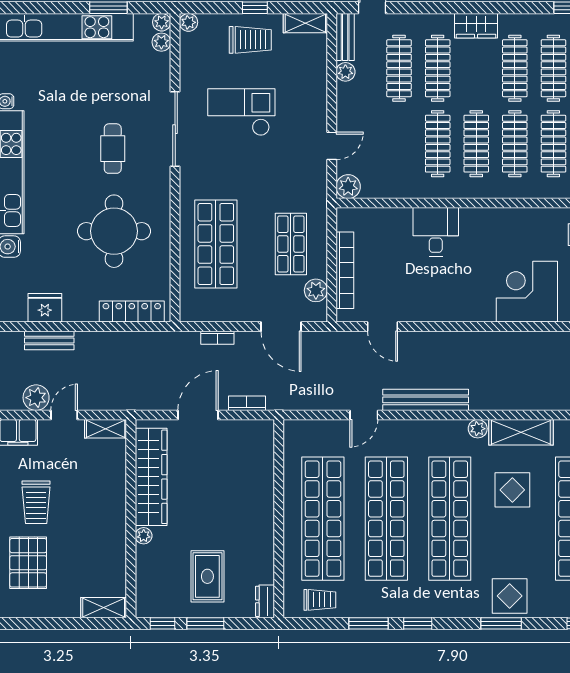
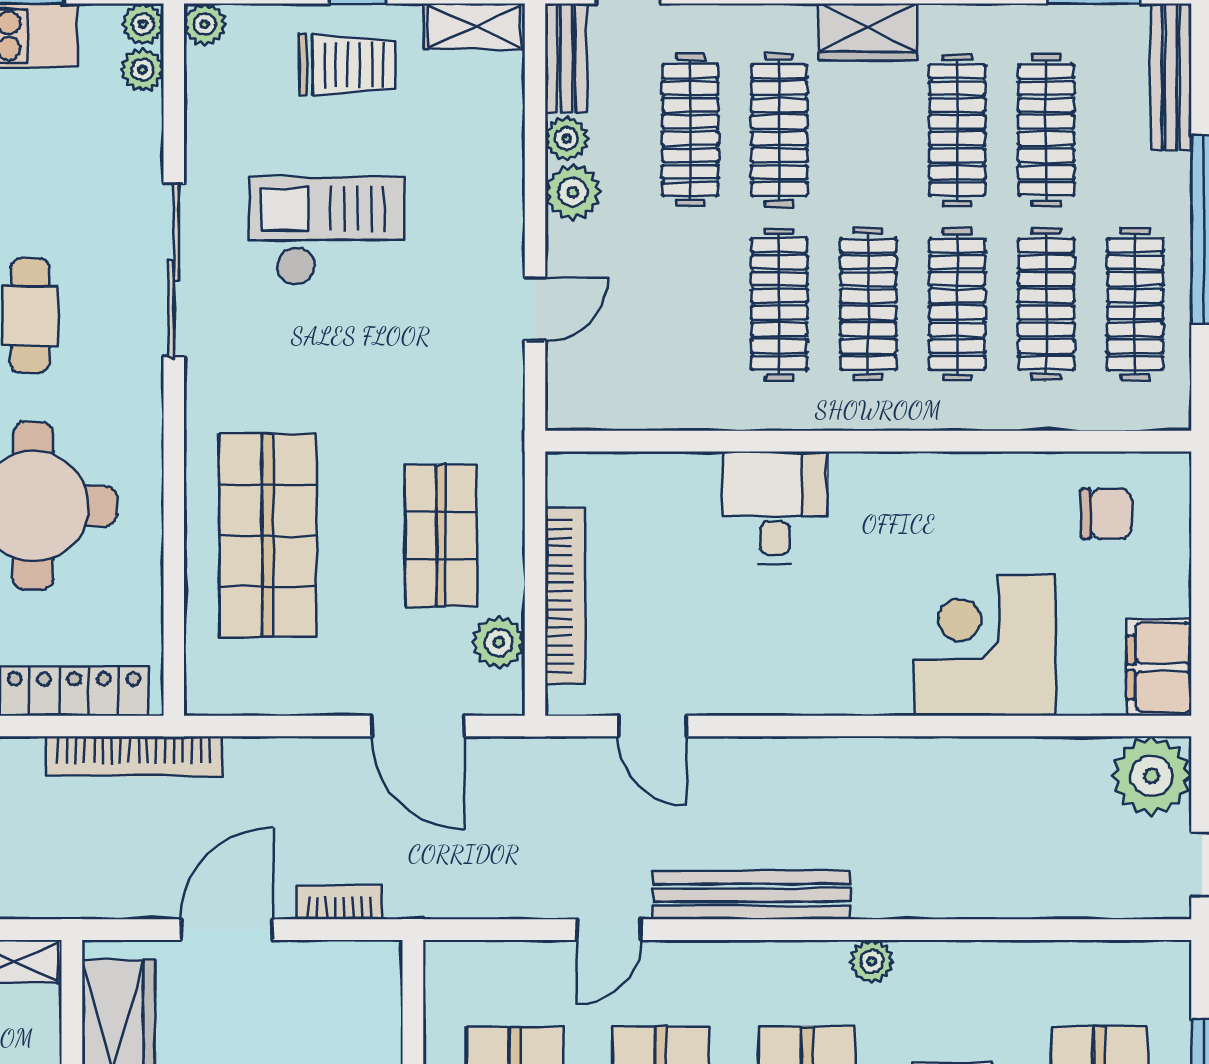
plant: (348, 187) -> (573, 192), moved
bookcase: (217, 338) -> (134, 756), moved, width x2.31, depth x1.31
shelving: (521, 432) -> (971, 969), removed

